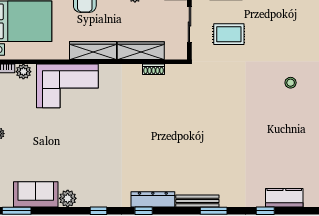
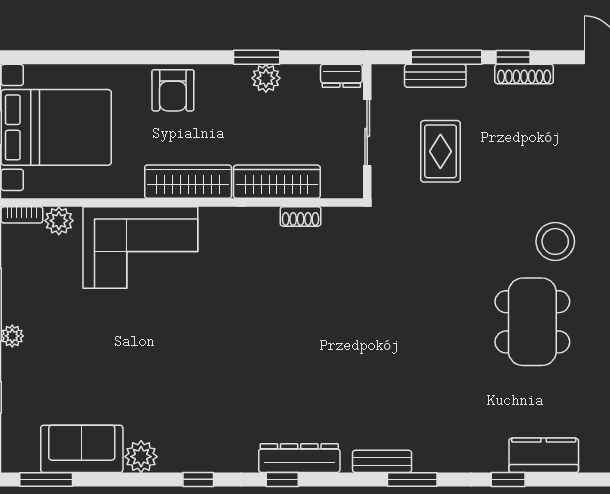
rug: (229, 34) -> (440, 151), turned 90
stool: (291, 83) -> (555, 241), width x1.89, depth x1.89
dining table: (278, 126) -> (532, 322), added
bench: (197, 201) -> (382, 461), width x0.73

